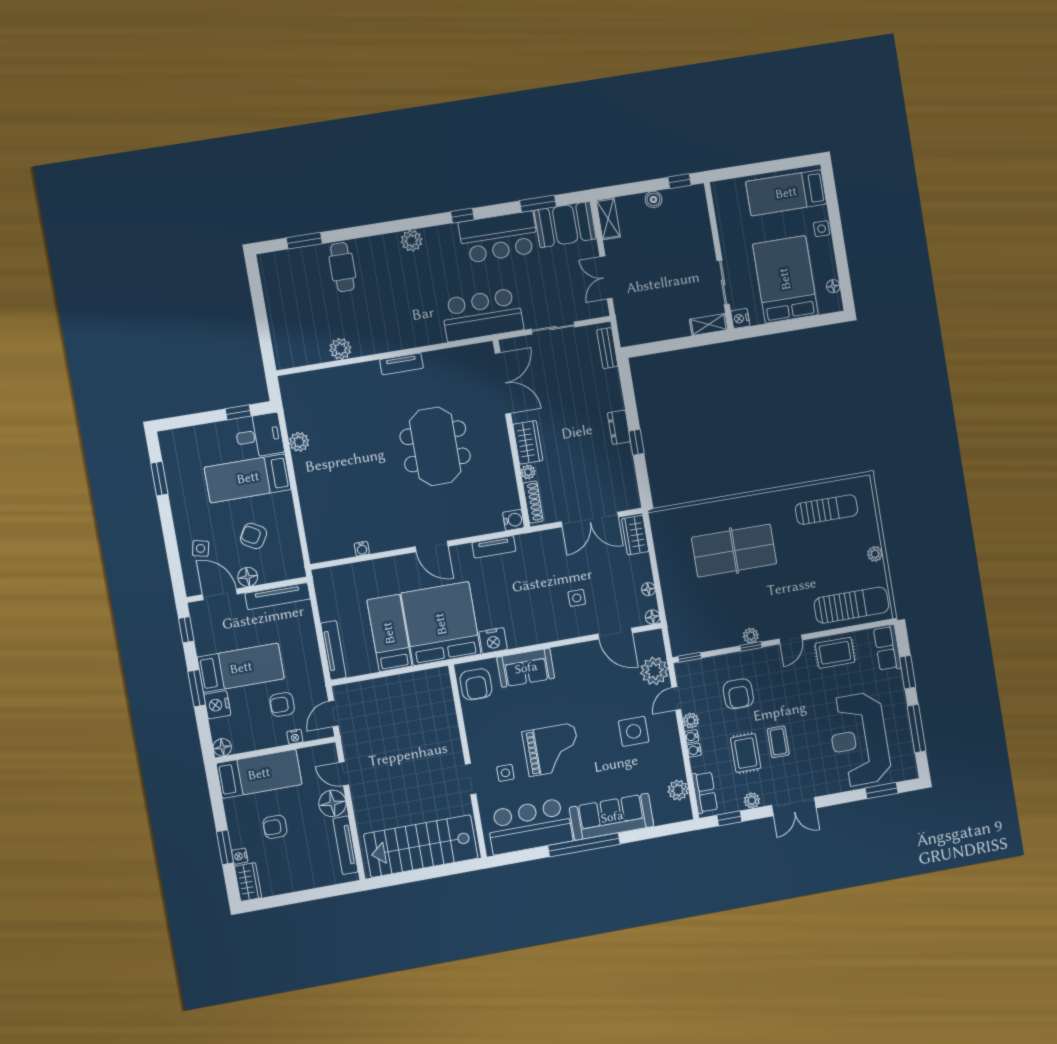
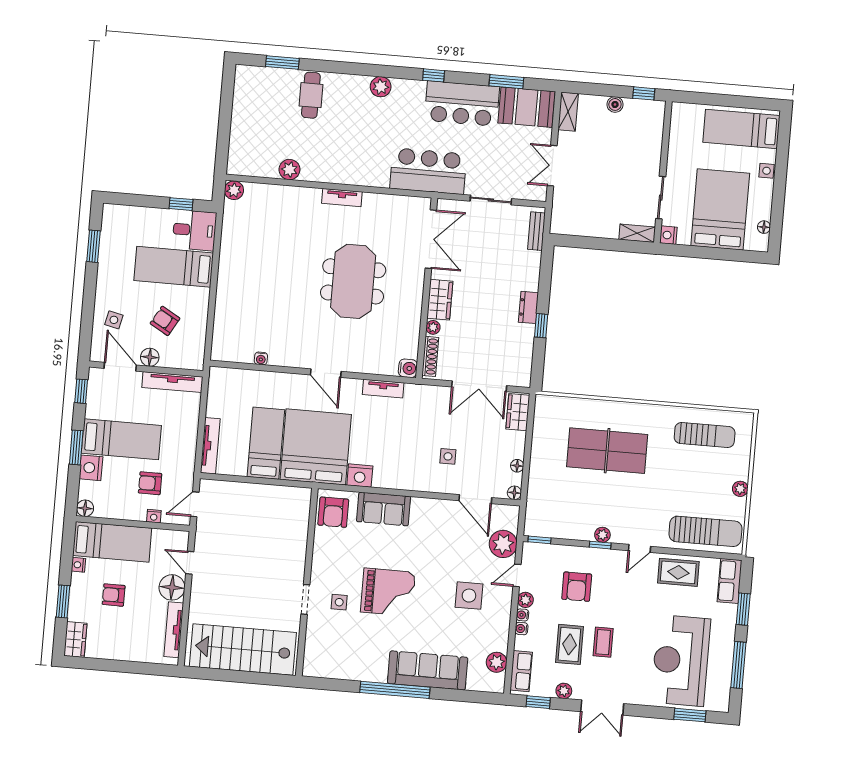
plant: (299, 442) -> (234, 190), moved
bar counter: (530, 826) -> (349, 658), removed
nightstand: (240, 856) -> (78, 565), moved

